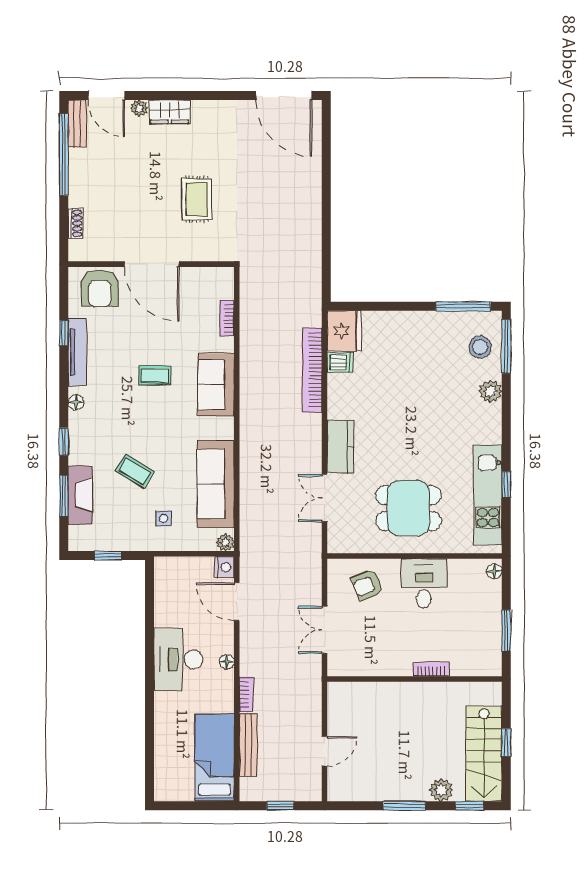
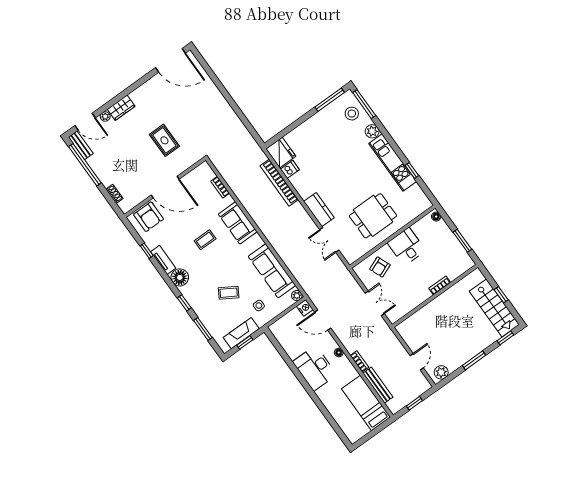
tv unit: (77, 352) -> (163, 260), width x0.71
floor lamp: (76, 402) -> (180, 277), width x1.89, depth x1.89
fireplace: (80, 495) -> (241, 333), moved, turned -90
kitchen unit: (488, 495) -> (393, 162), moved
double door: (325, 630) -> (375, 303), swing flipped
plant: (441, 790) -> (441, 372), moved

